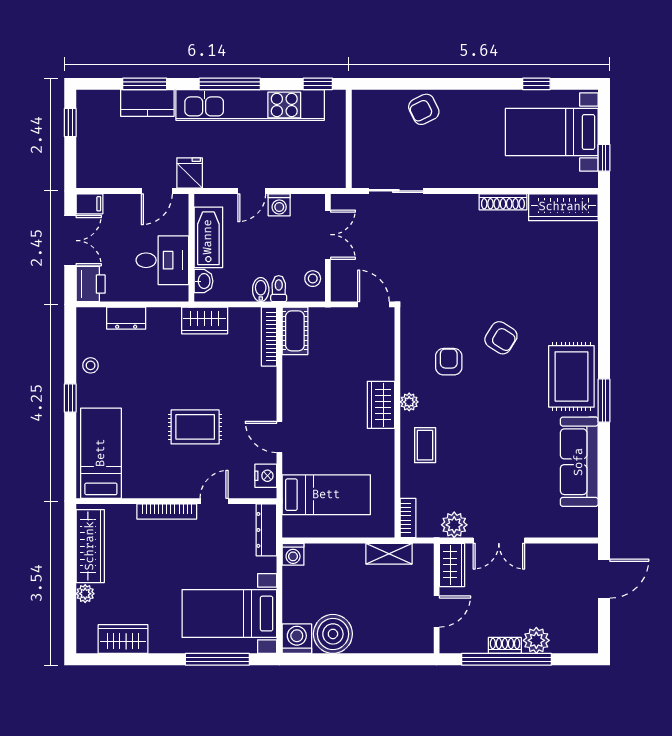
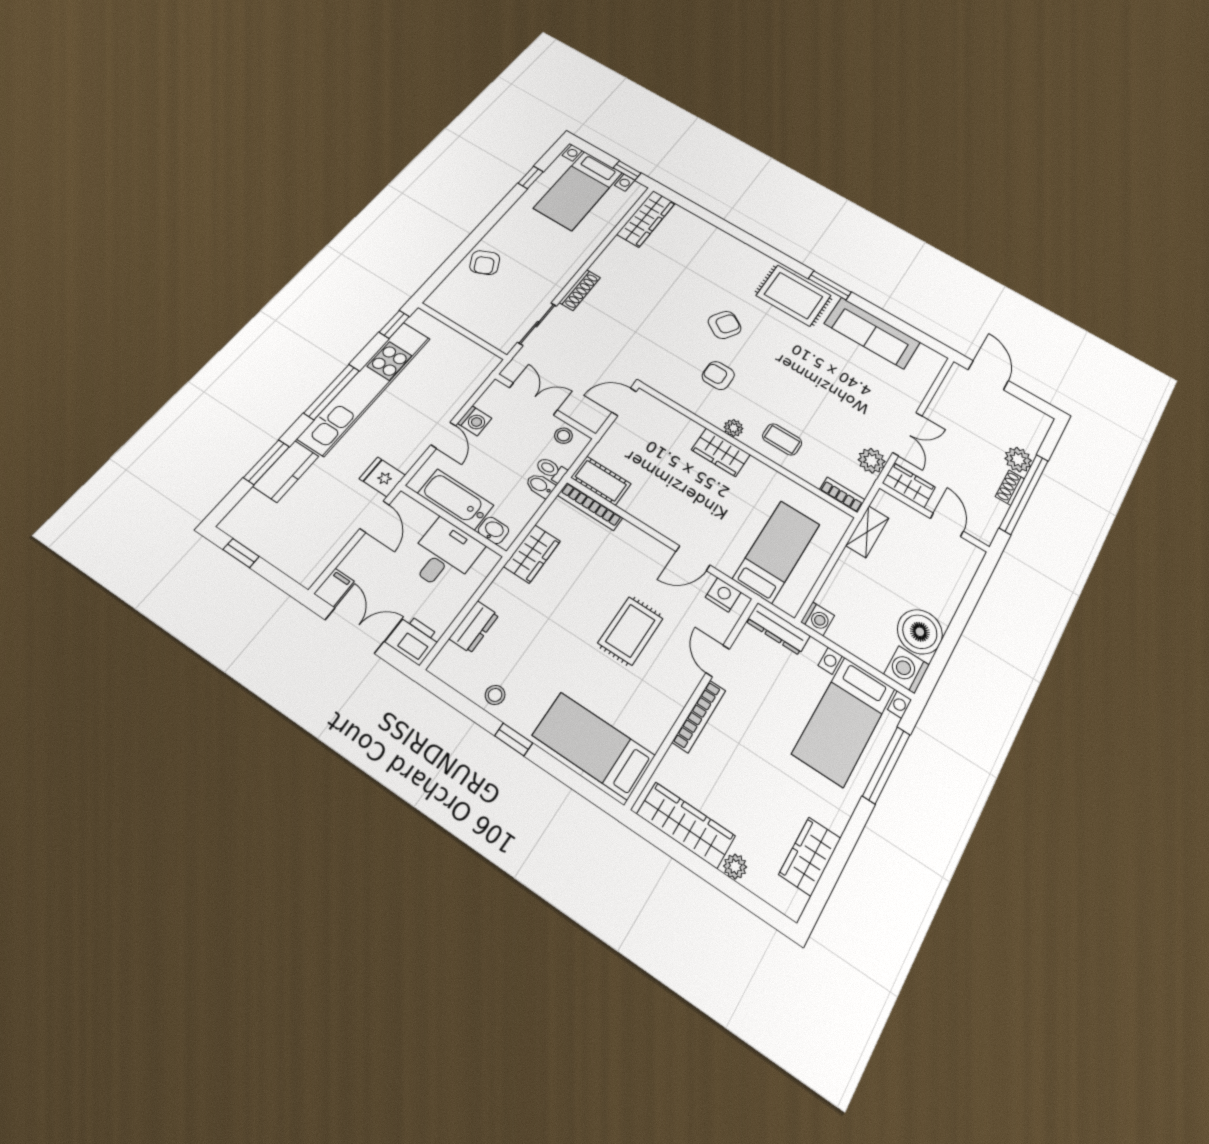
shoe rack: (503, 202) -> (580, 290), moved

